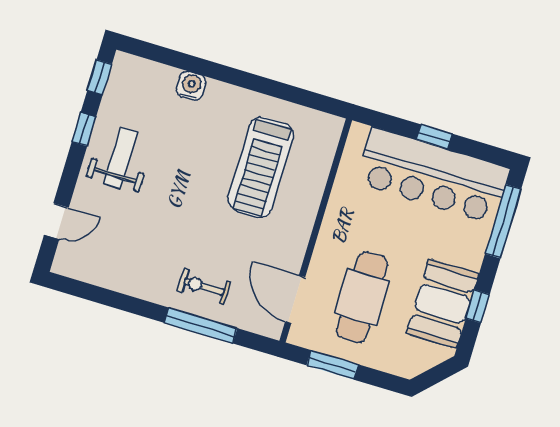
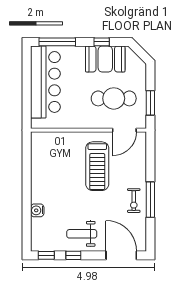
window: (434, 137) -> (27, 87), removed
treadmill: (261, 167) -> (97, 166), moved, turned 90
door: (56, 221) -> (121, 255), width x1.87
exercise bike: (204, 287) -> (134, 201), moved
window: (201, 325) -> (150, 200), moved

